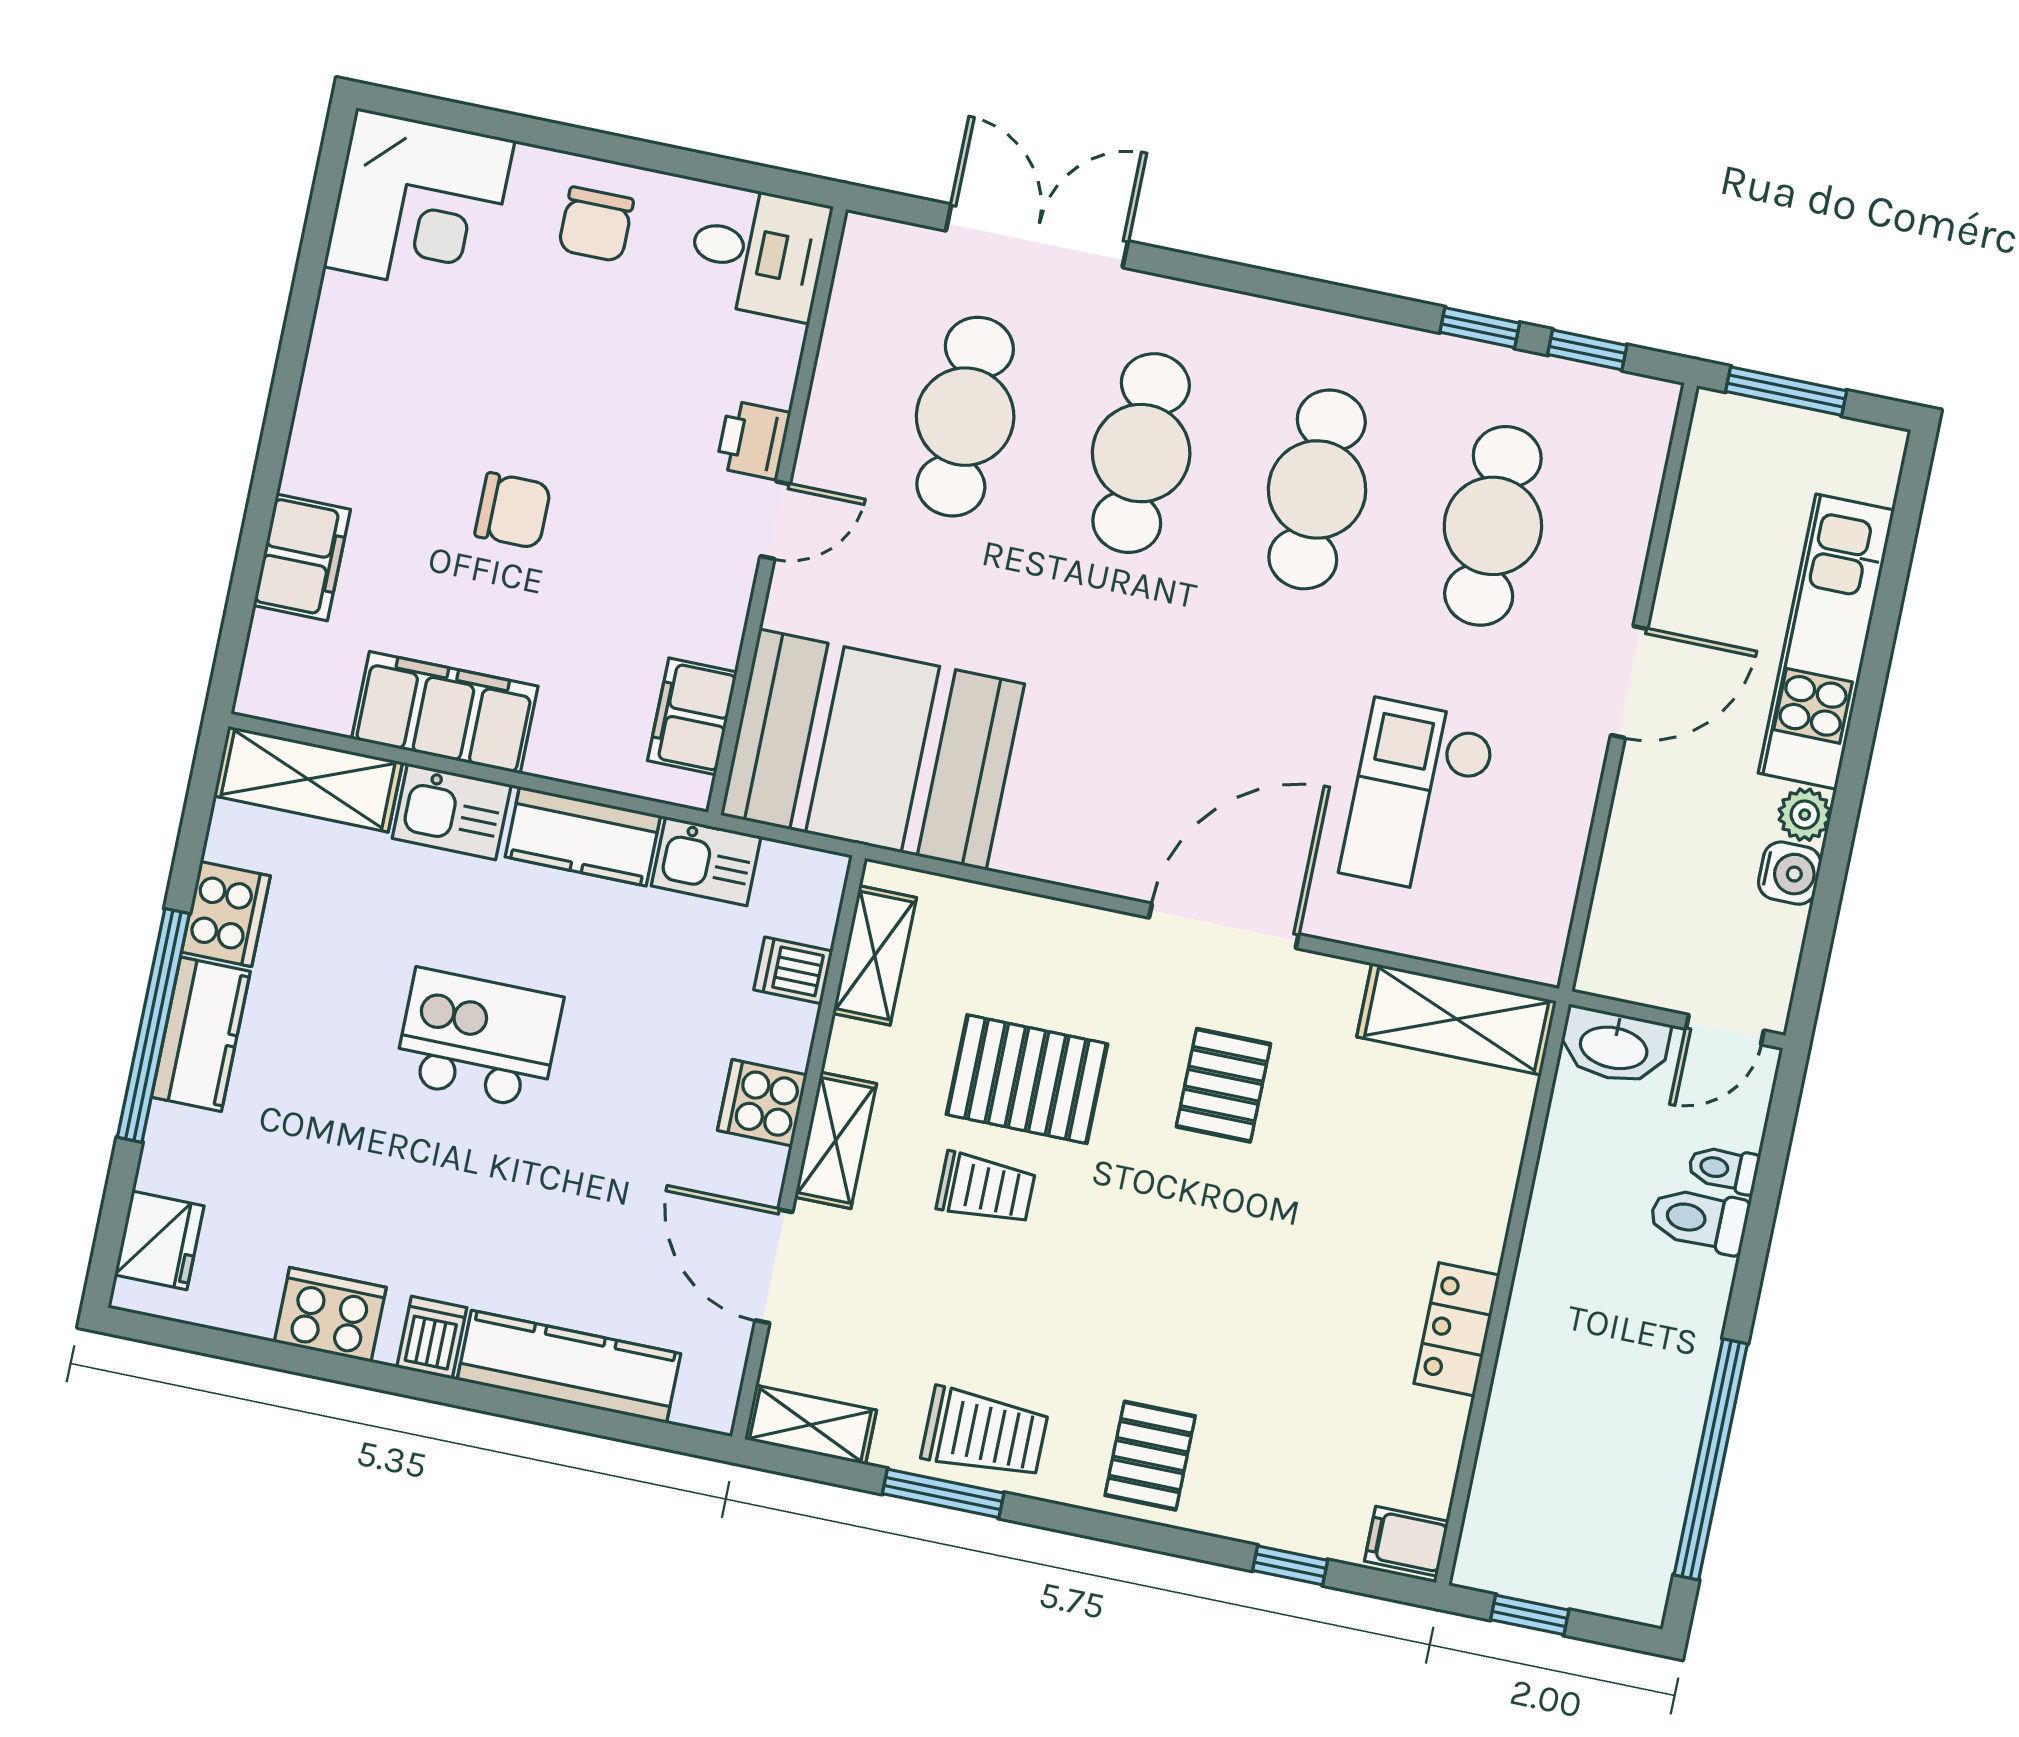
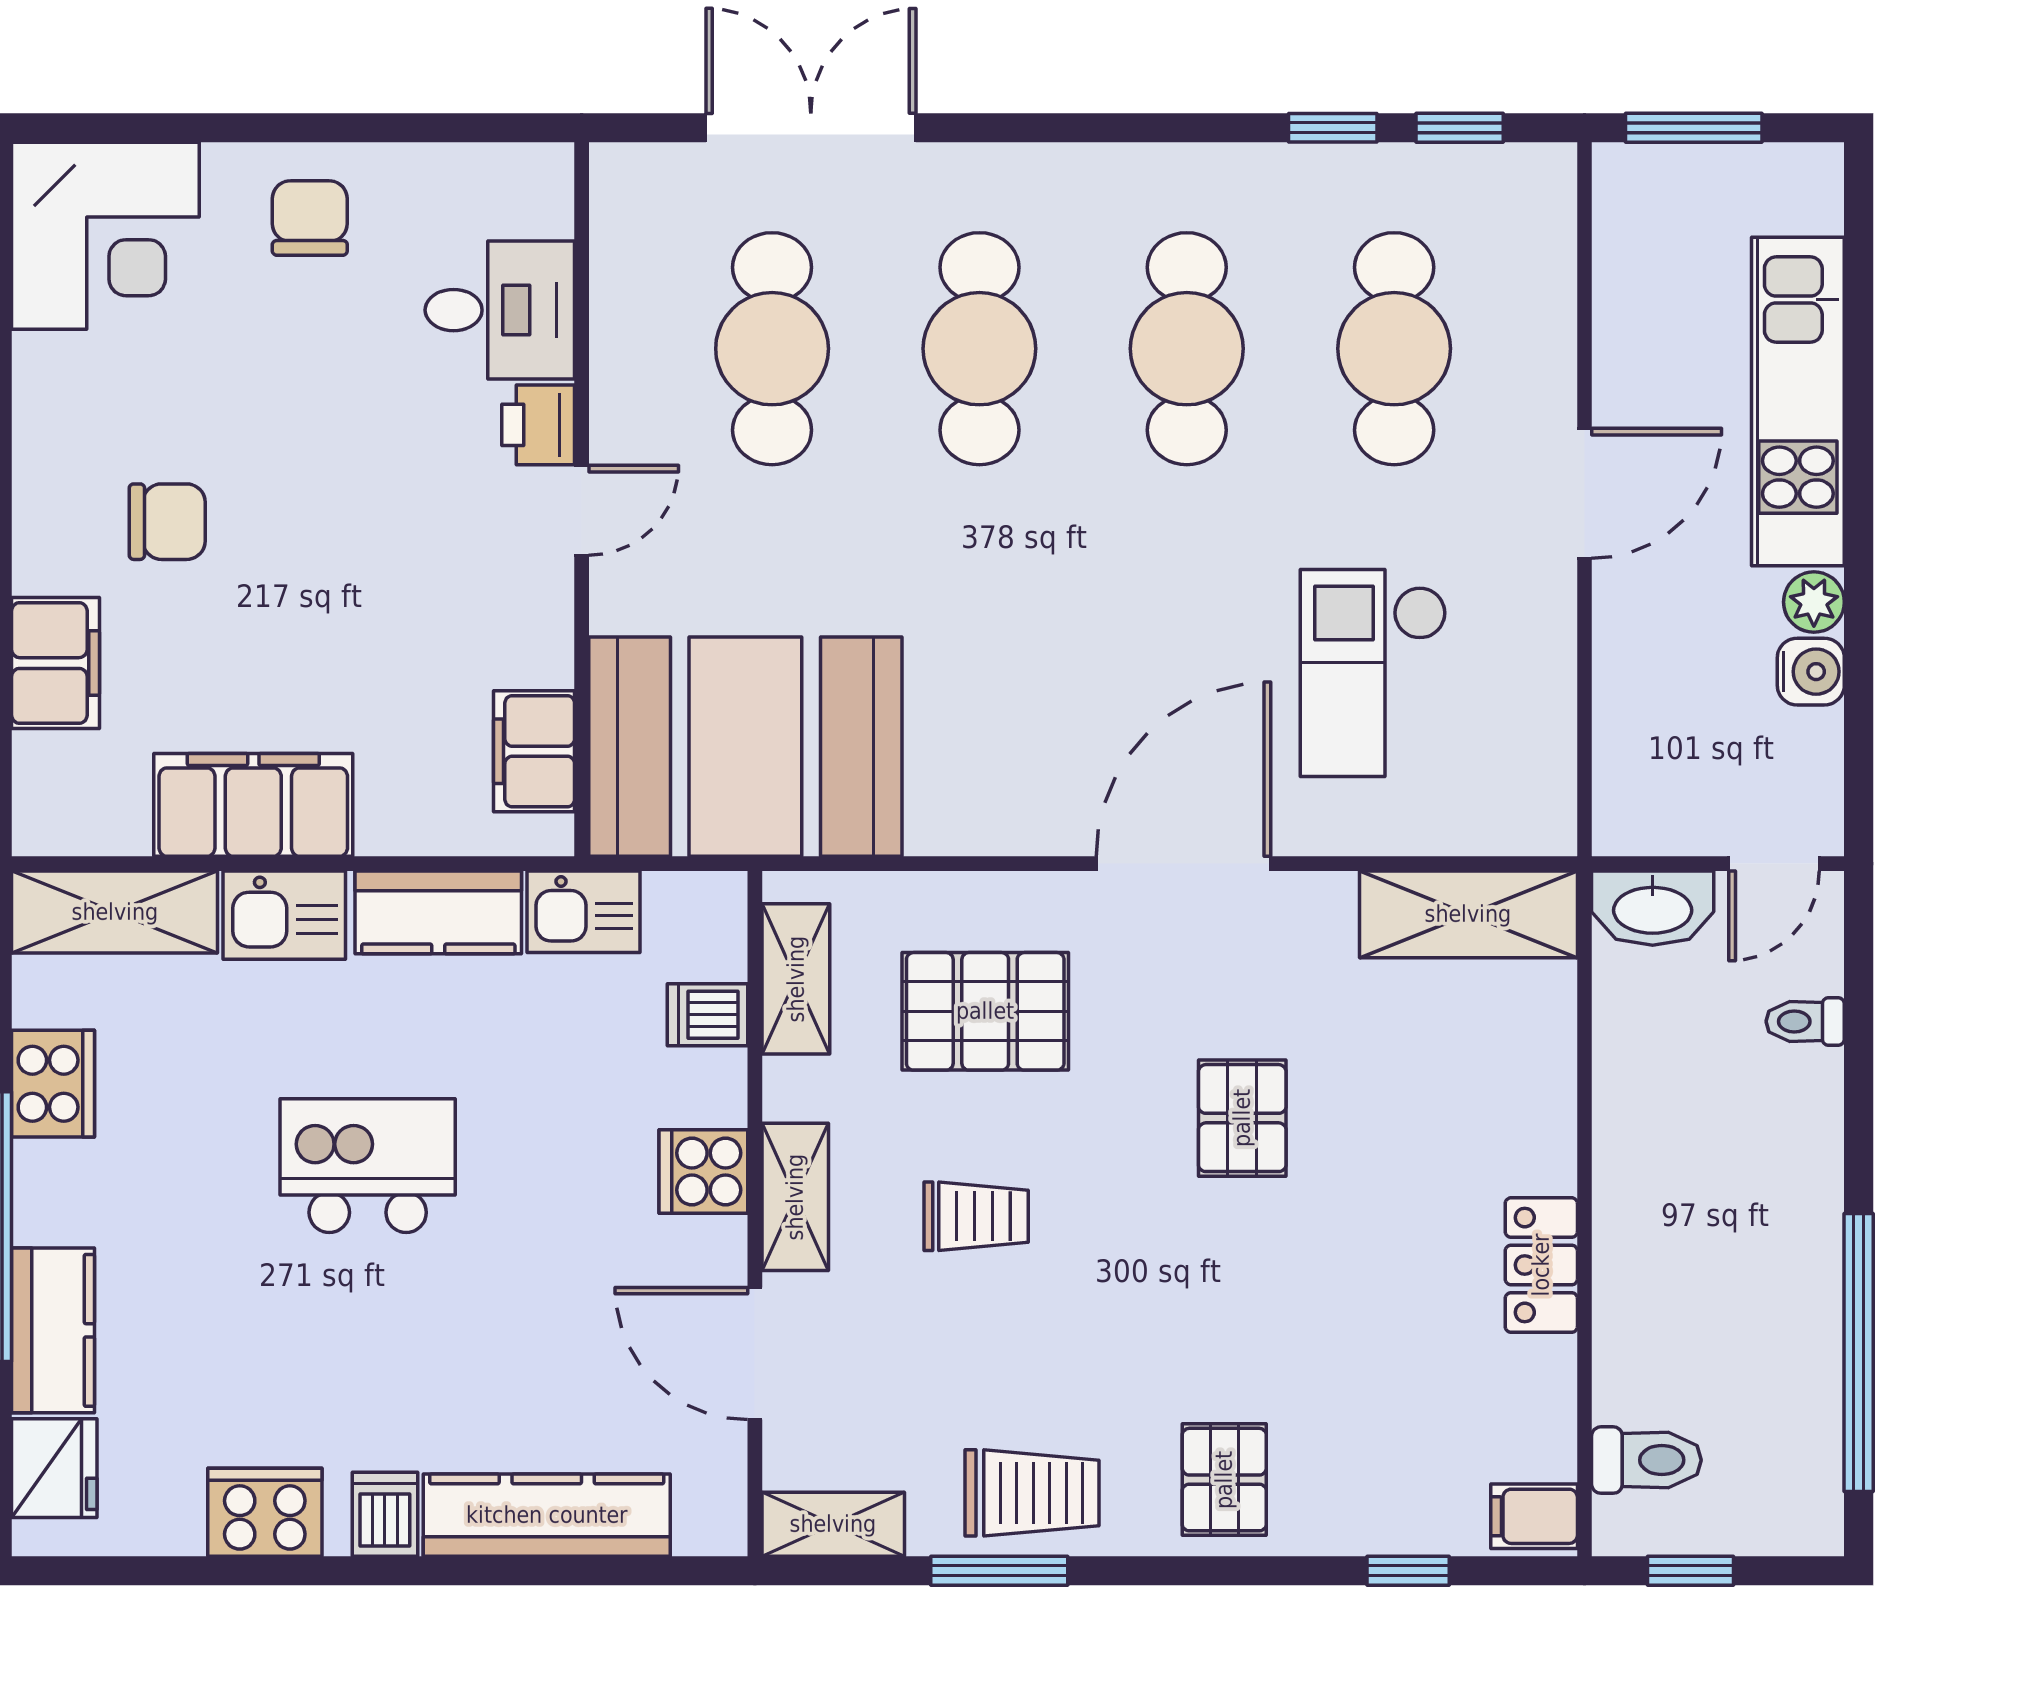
chair: (596, 224) -> (310, 218), turned 180
desk: (758, 252) -> (500, 310), moved
chair: (513, 511) -> (167, 522), moved
kitchen counter: (201, 1034) -> (53, 1330), moved
pallet: (1027, 1079) -> (985, 1011), moved
pallet: (1223, 1085) -> (1242, 1118), moved
toilet: (1699, 1220) -> (1646, 1460), moved, turned 180

